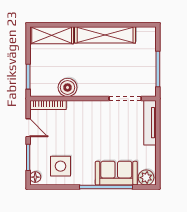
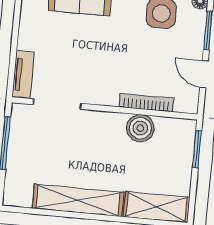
bookcase: (48, 105) -> (146, 103), moved
tv unit: (150, 123) -> (23, 75), width x0.71

